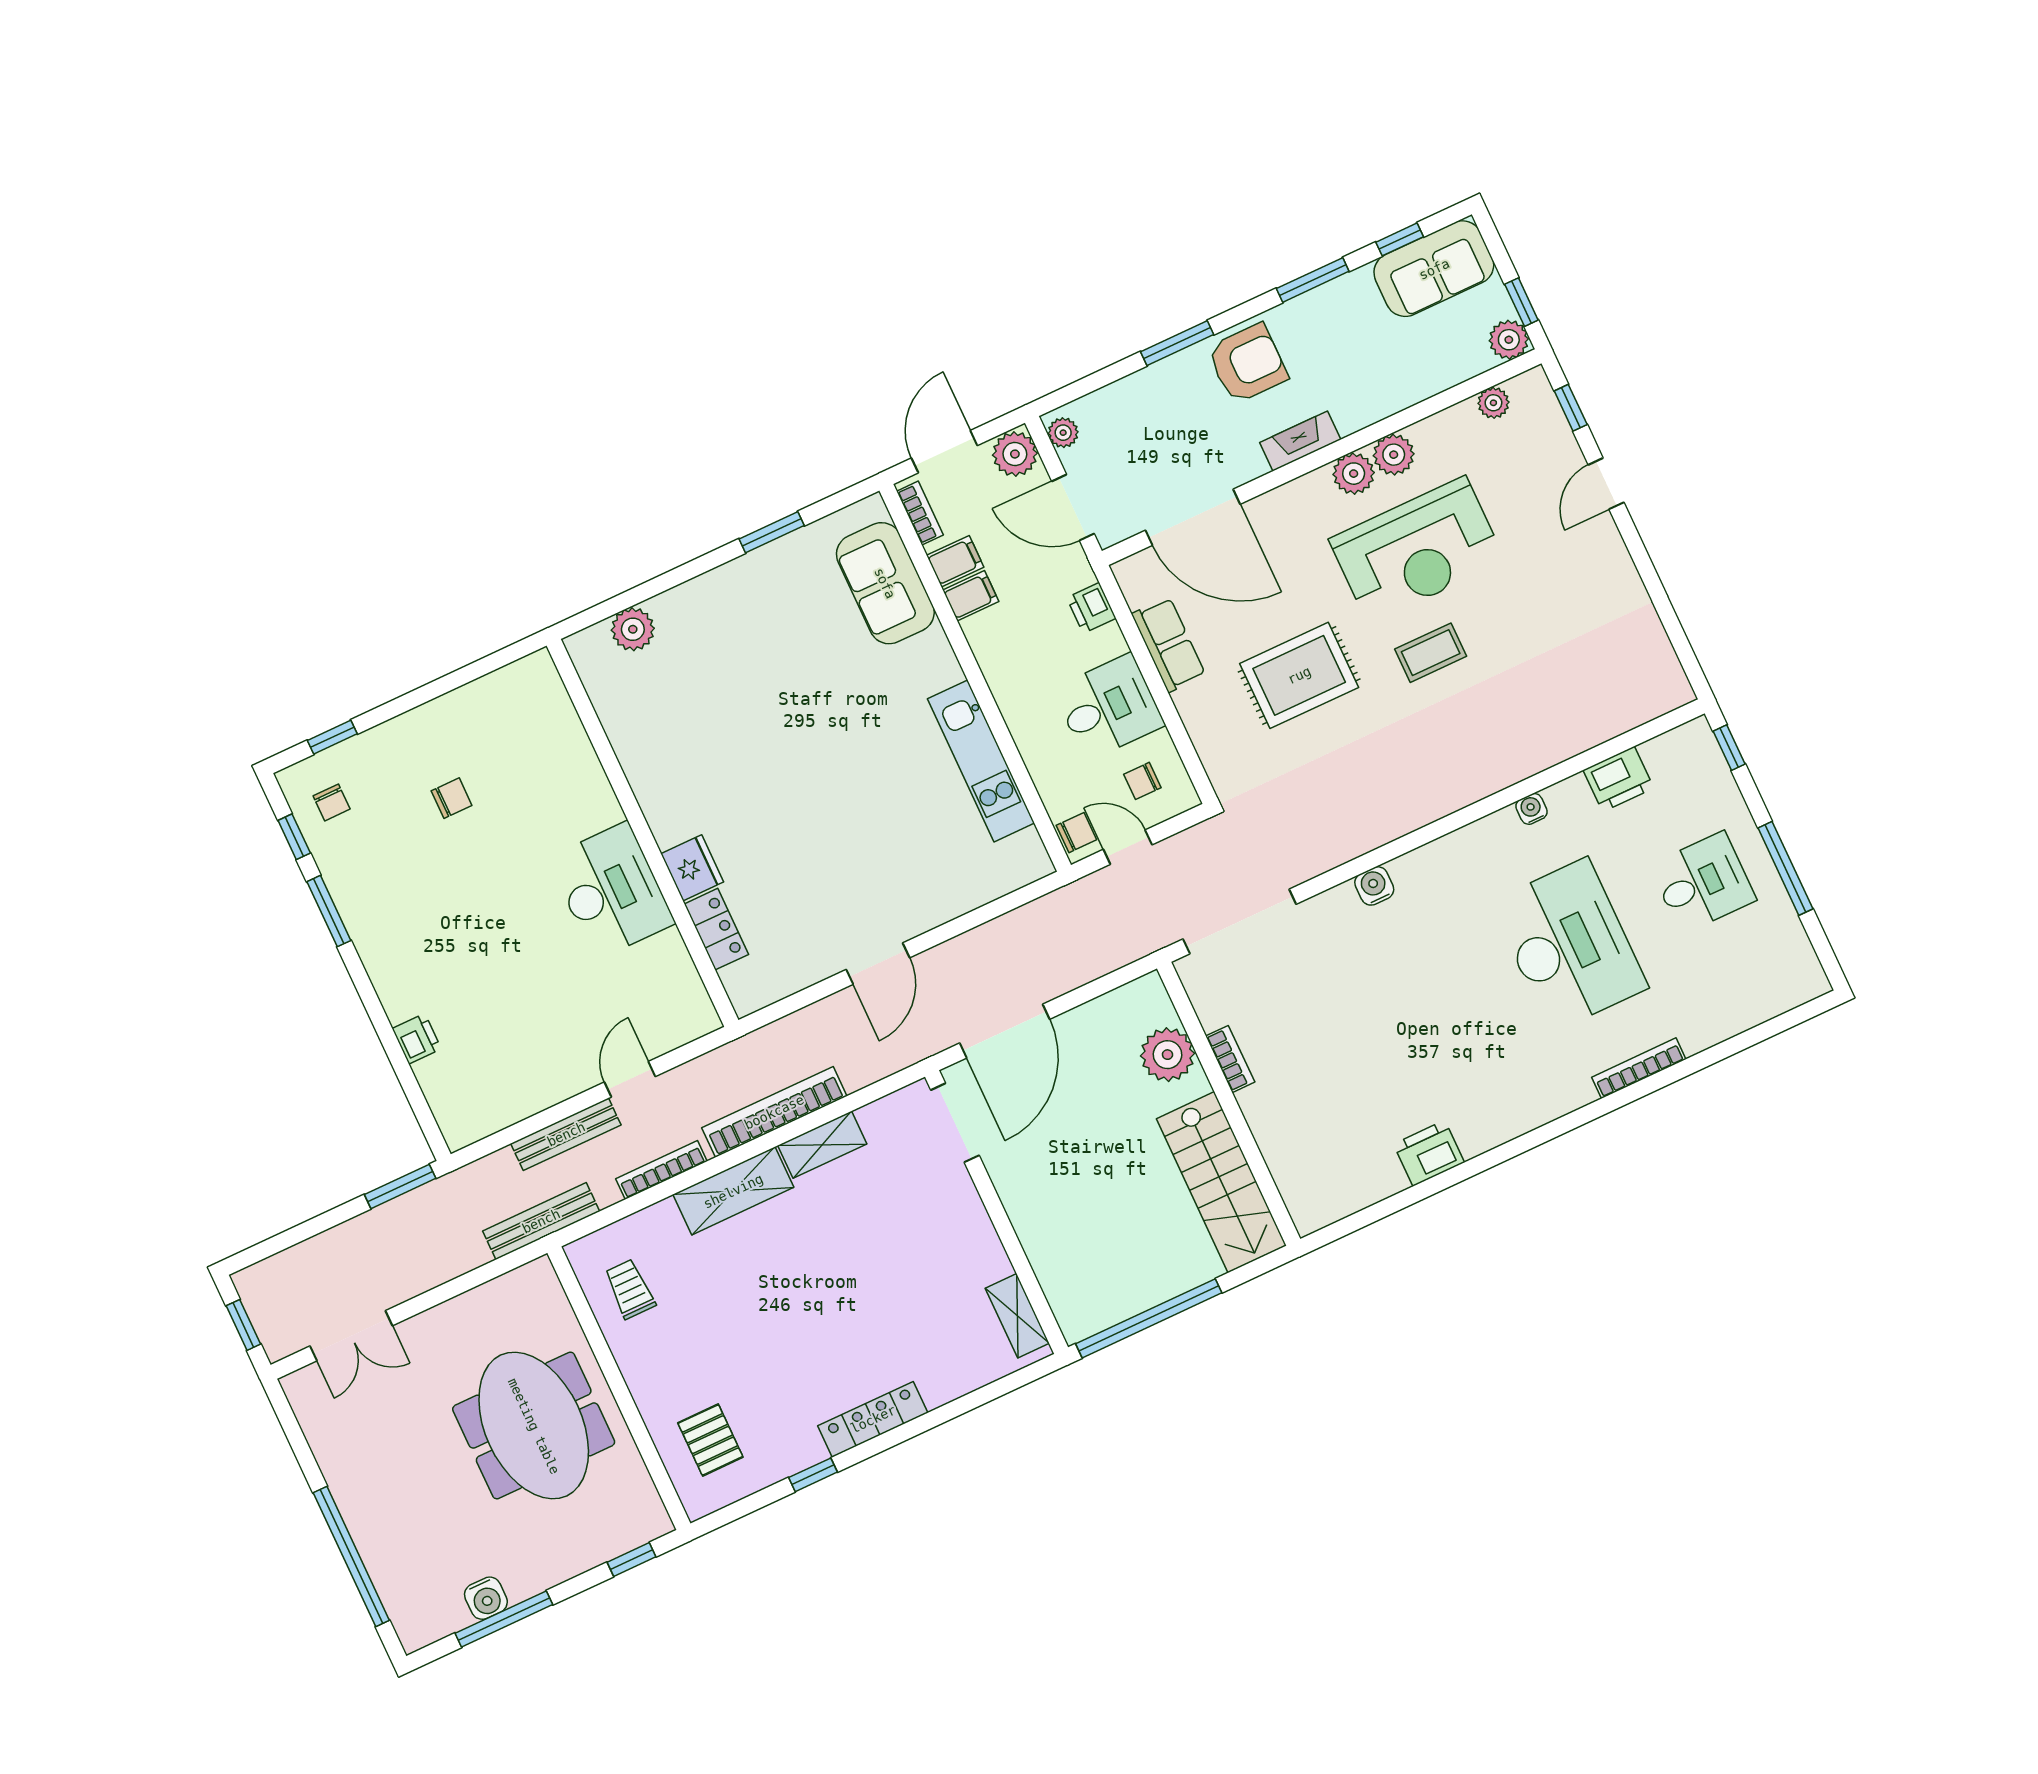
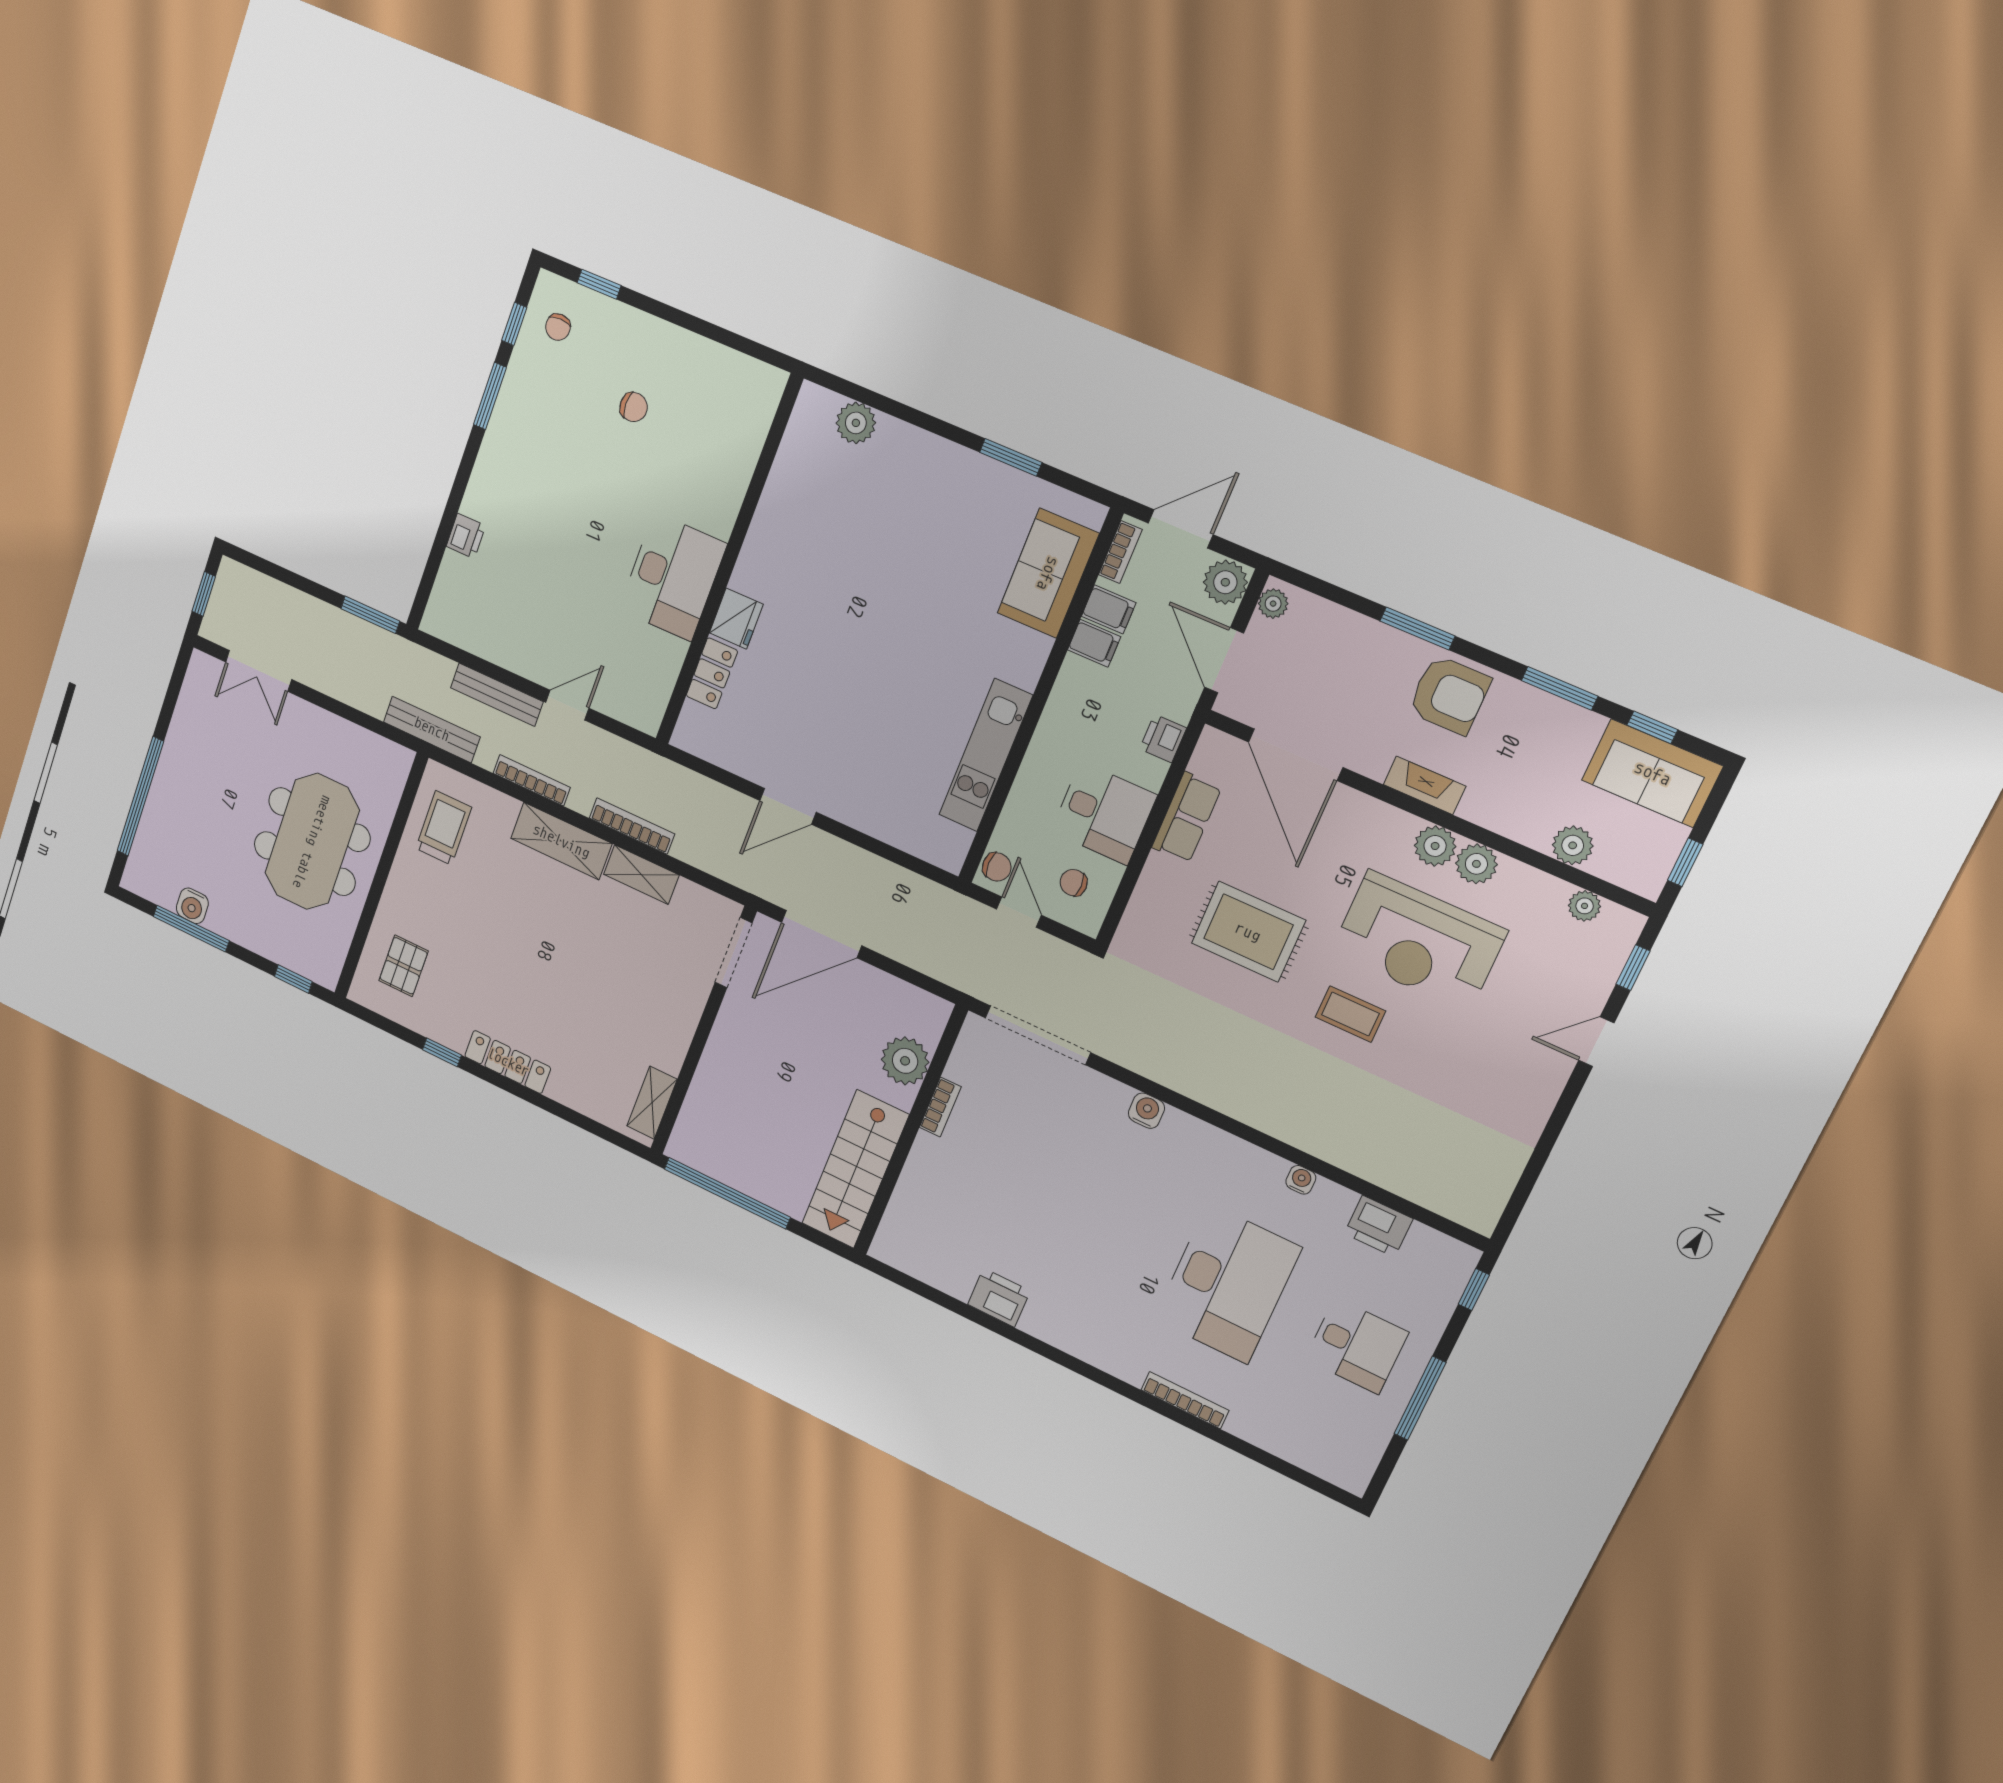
plant: (1509, 340) -> (1573, 845), moved
bookcase: (774, 1112) -> (632, 826), width x0.68, depth x0.76
trolley: (630, 1289) -> (444, 828), width x1.36, depth x1.39

